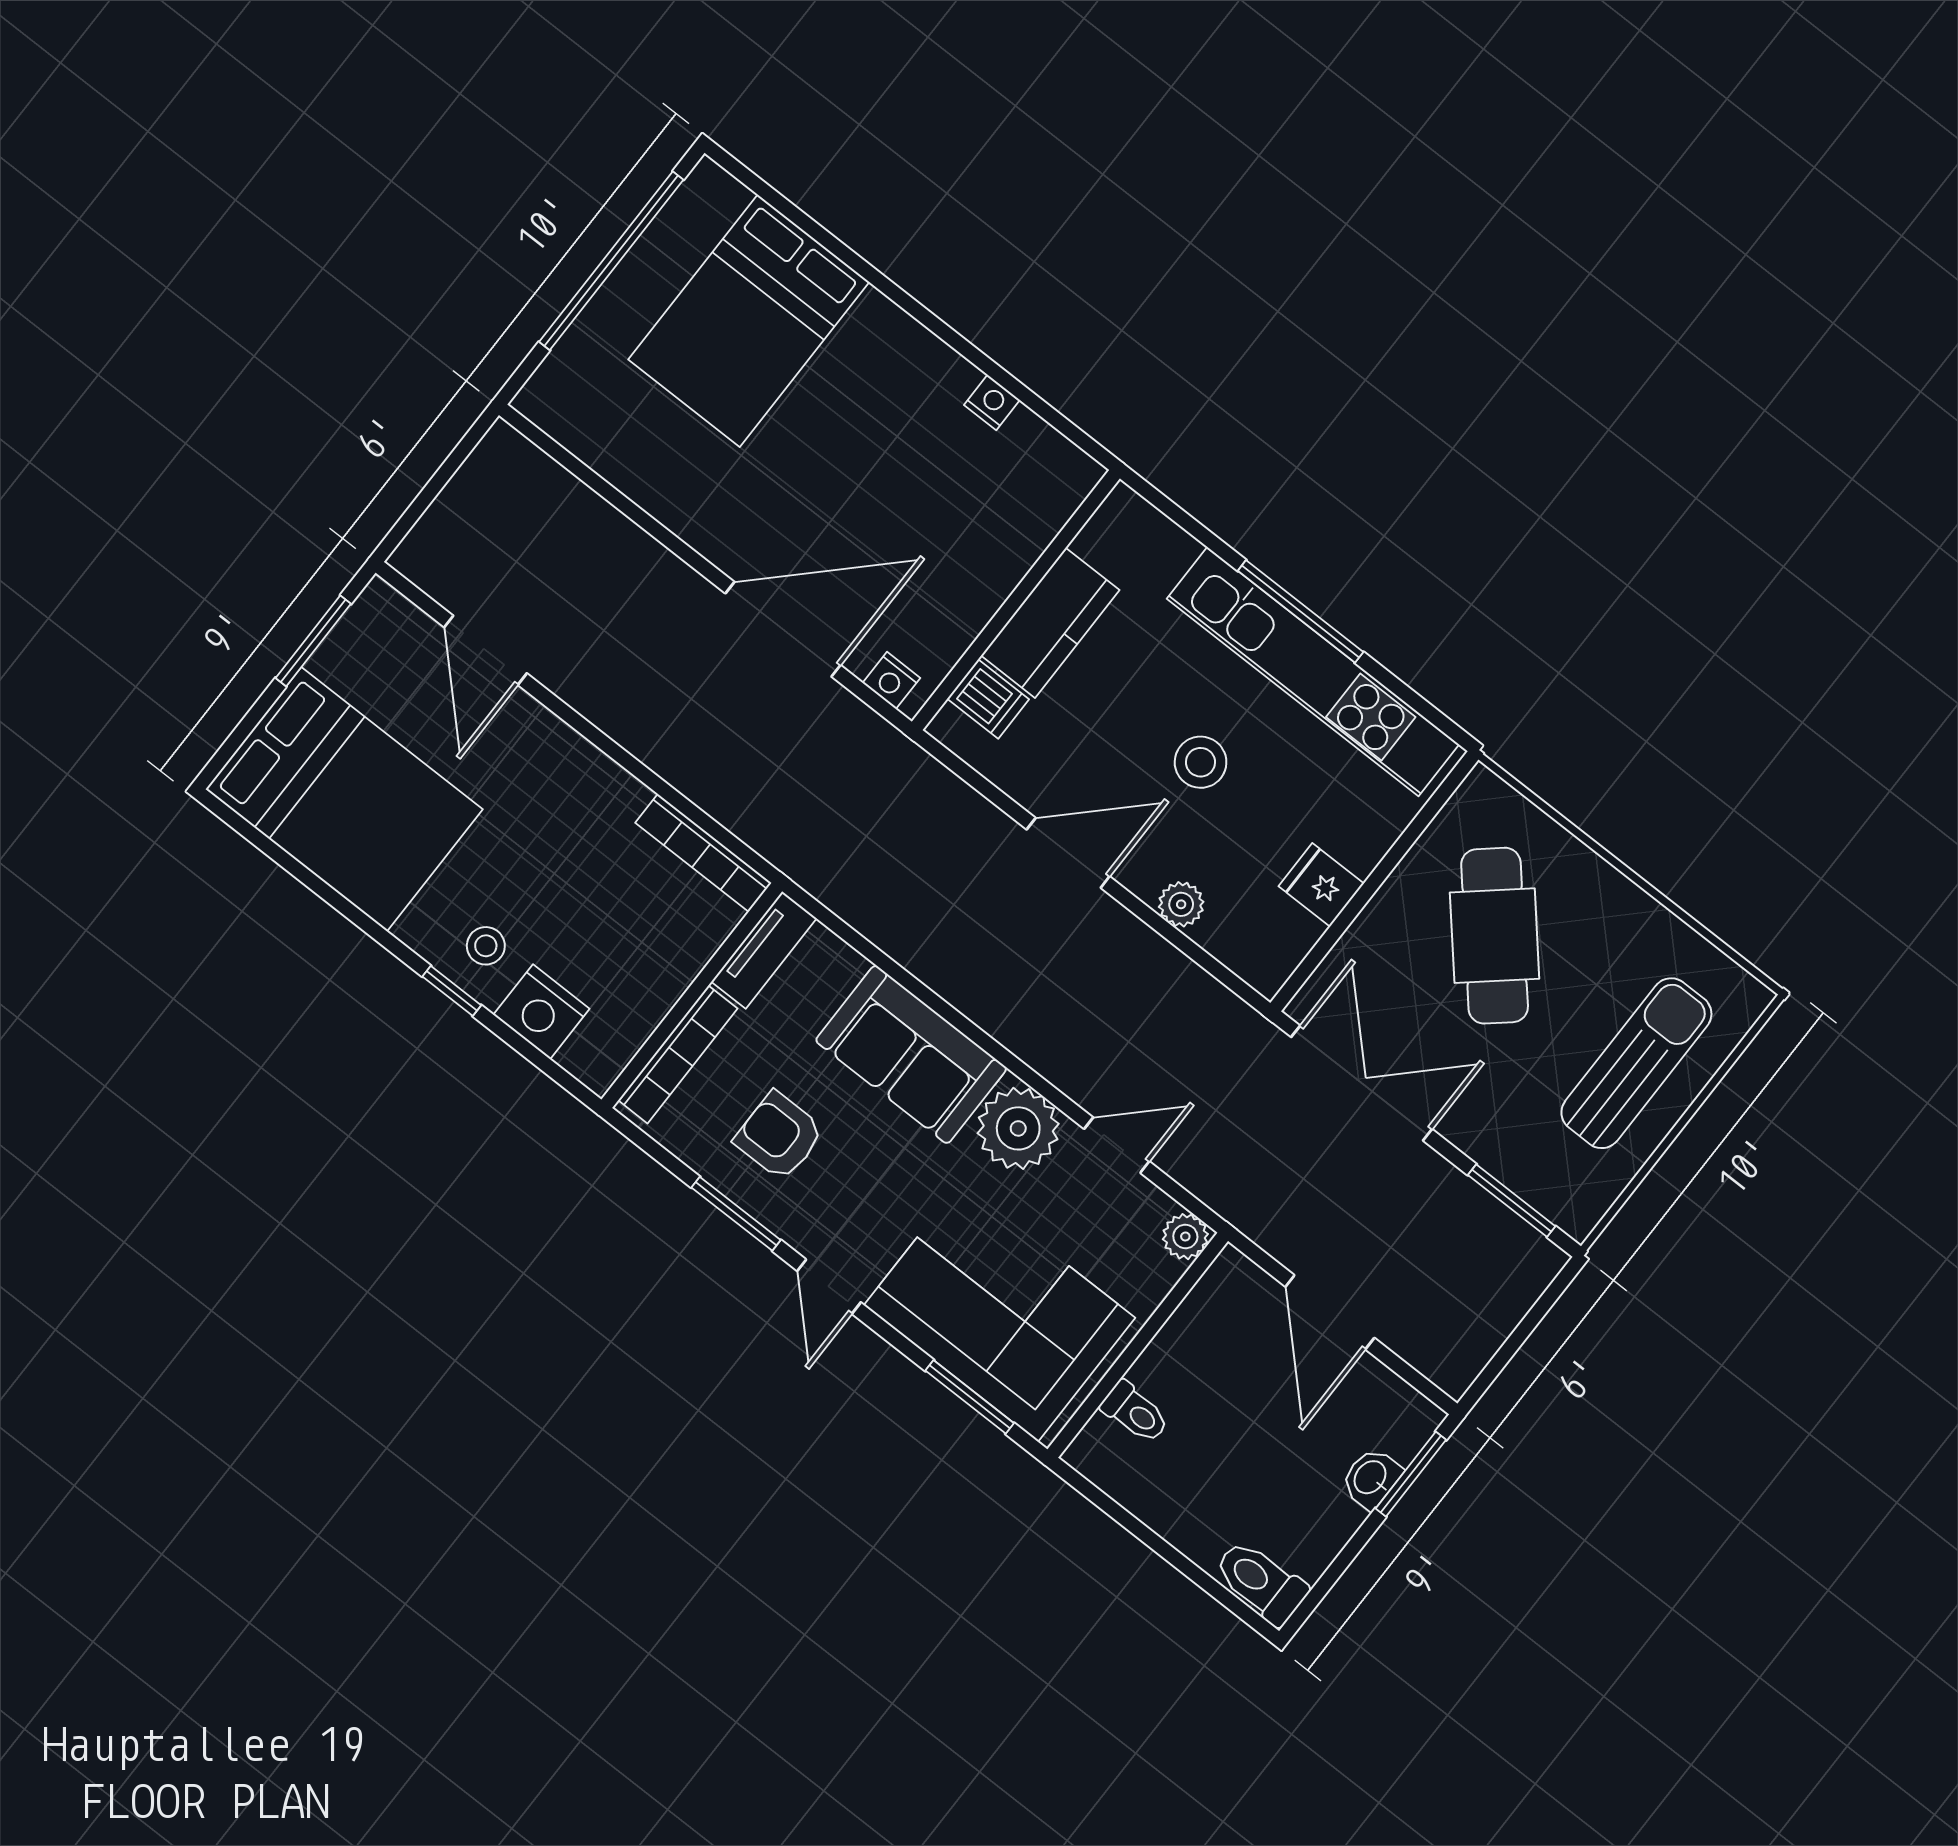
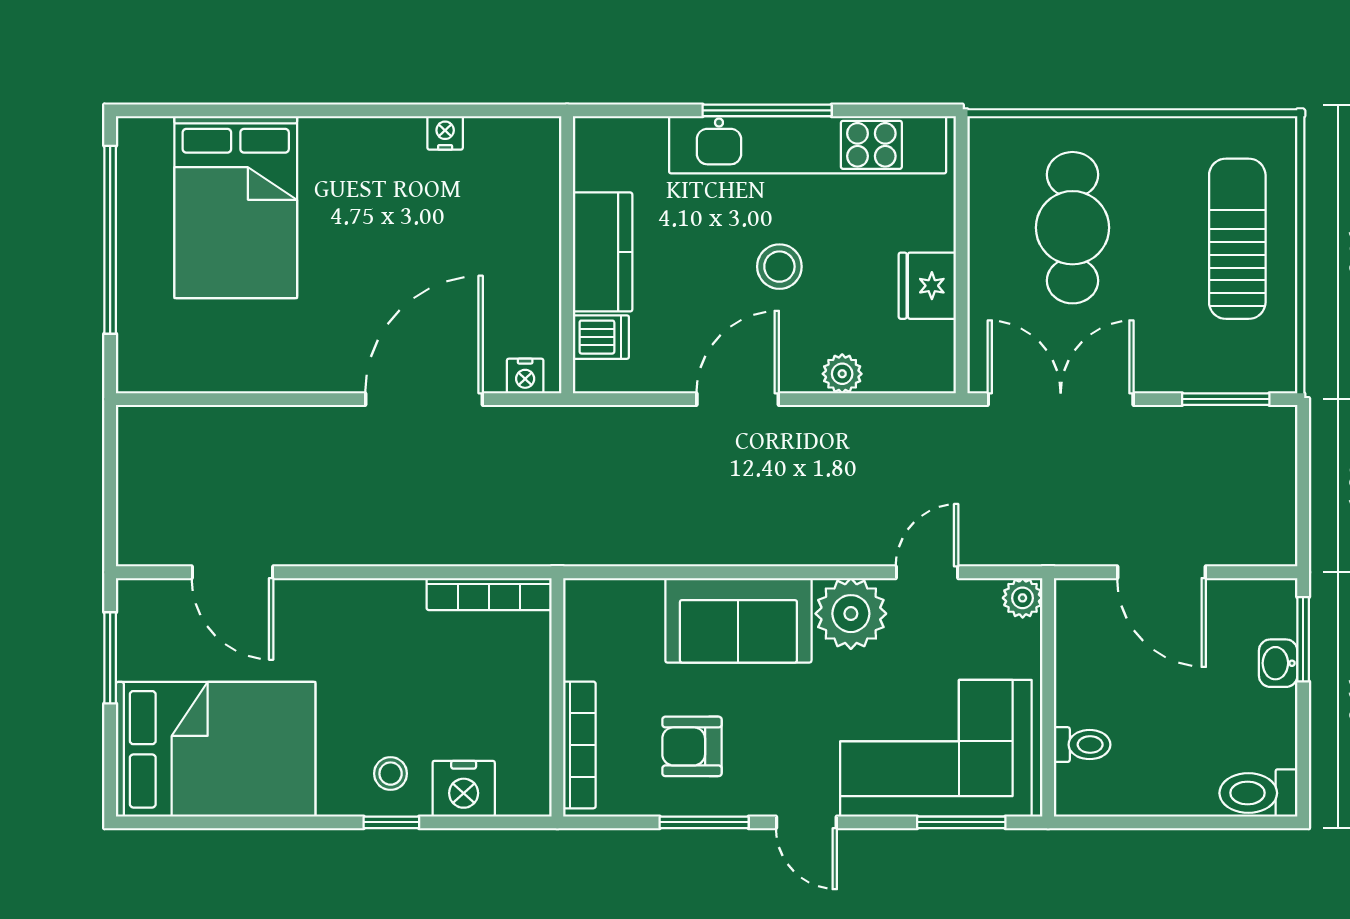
fridge: (1321, 885) -> (927, 286), width x1.38
cafe table: (1495, 936) -> (1072, 228), turned 41
tv unit: (764, 950) -> (582, 628), removed

